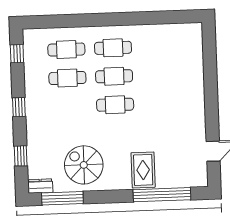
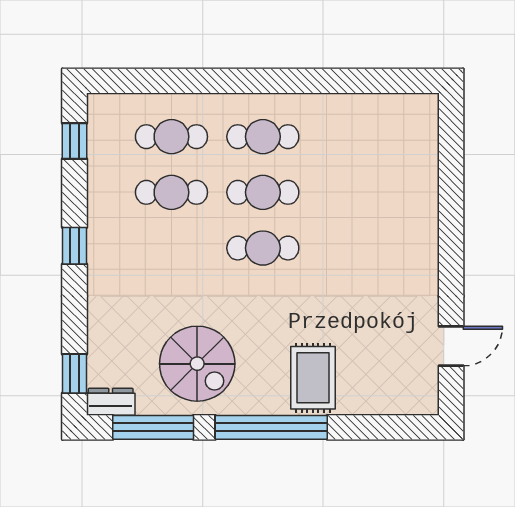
window: (21, 156) -> (74, 374), moved
spiral stairs: (84, 165) -> (197, 364), turned 180
window: (162, 195) -> (271, 427), moved

